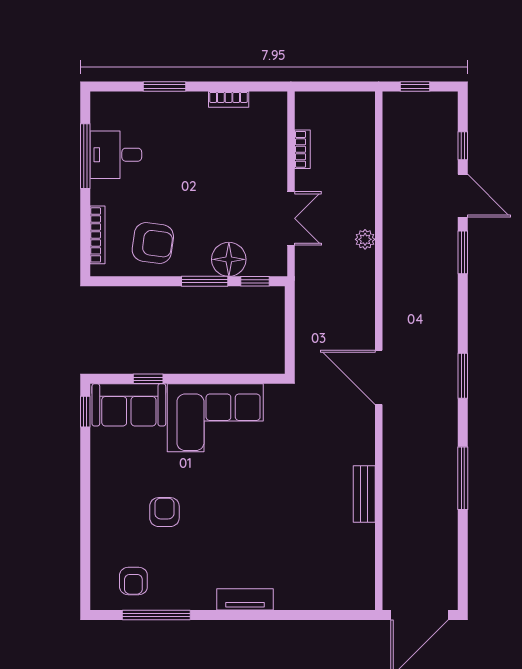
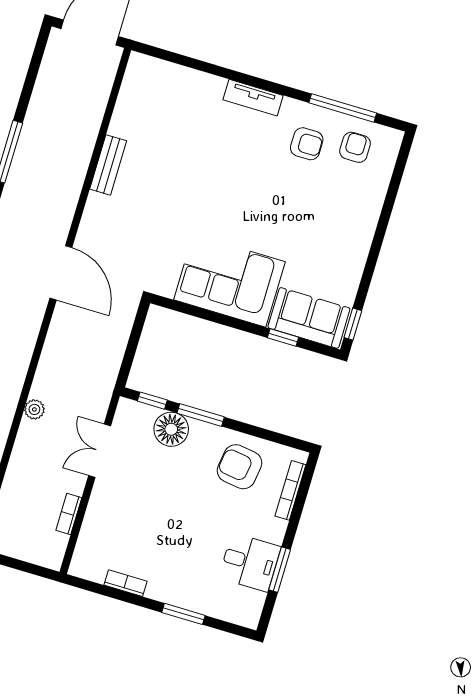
window: (85, 156) -> (280, 570), width x0.69
armchair: (164, 512) -> (307, 144), moved, turned -90

